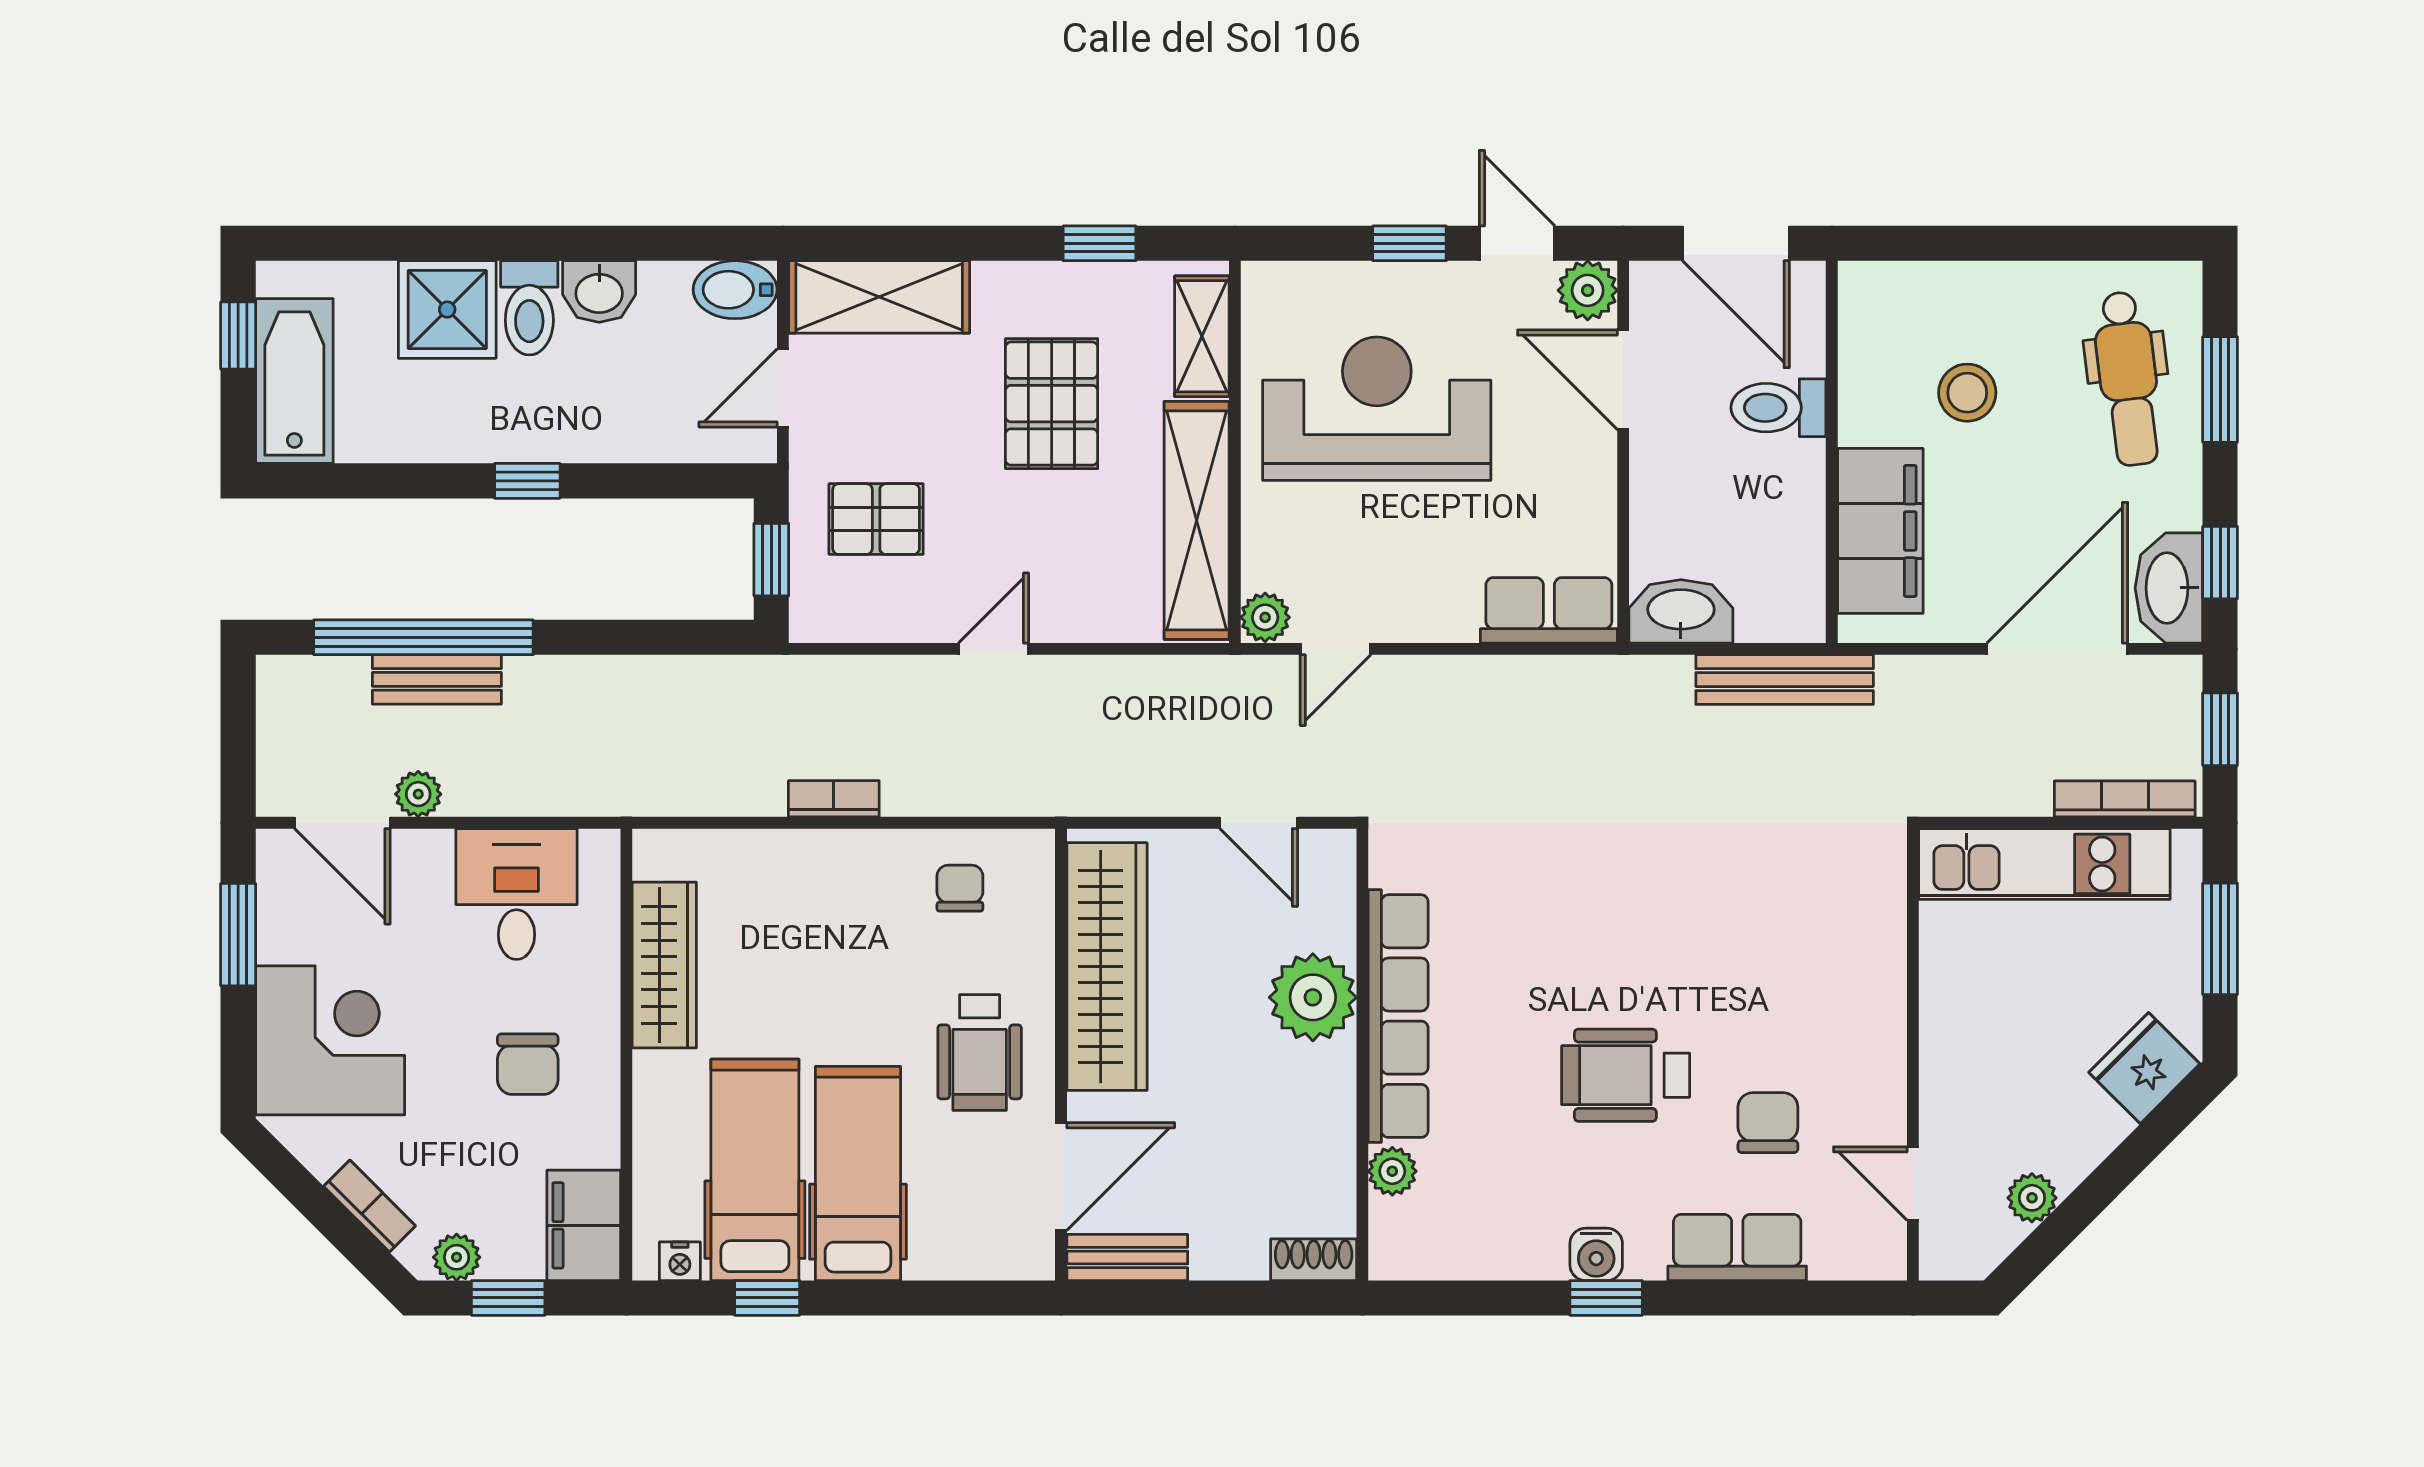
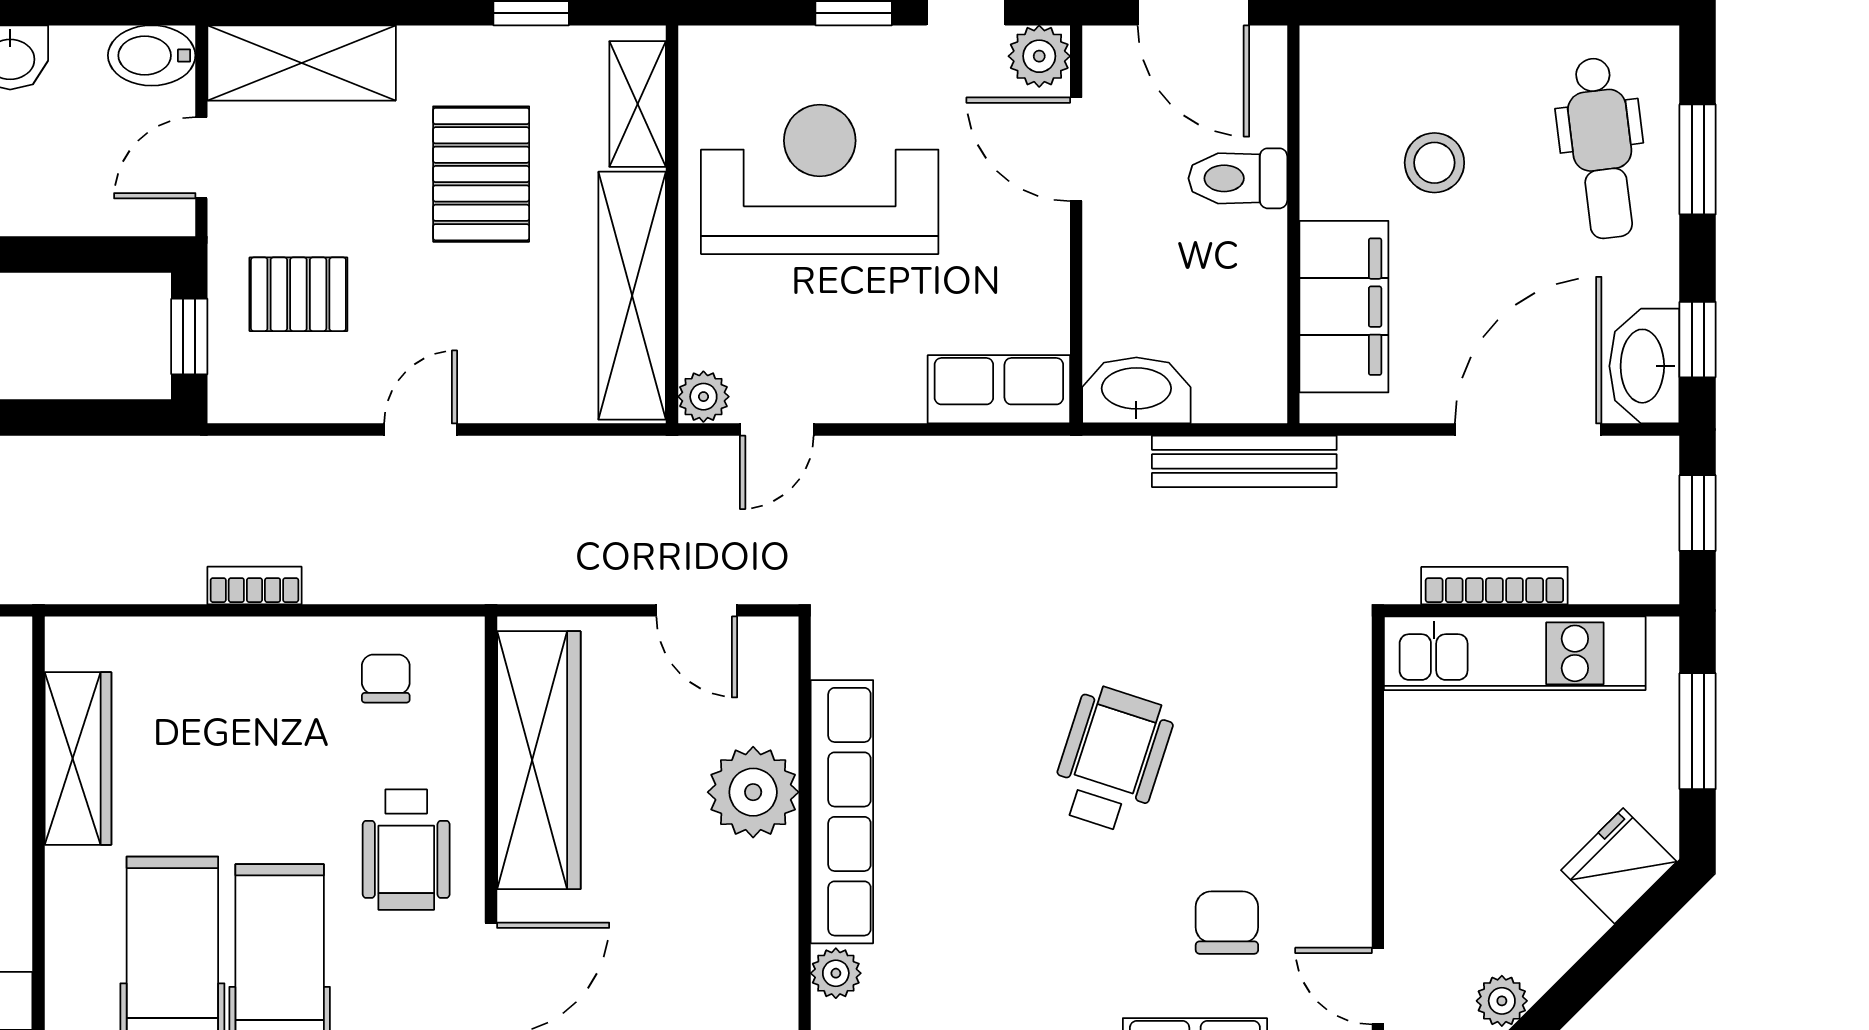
bookcase: (2125, 799) -> (1494, 586), moved
wheelchair: (1626, 1075) -> (1112, 759), moved, turned 108

